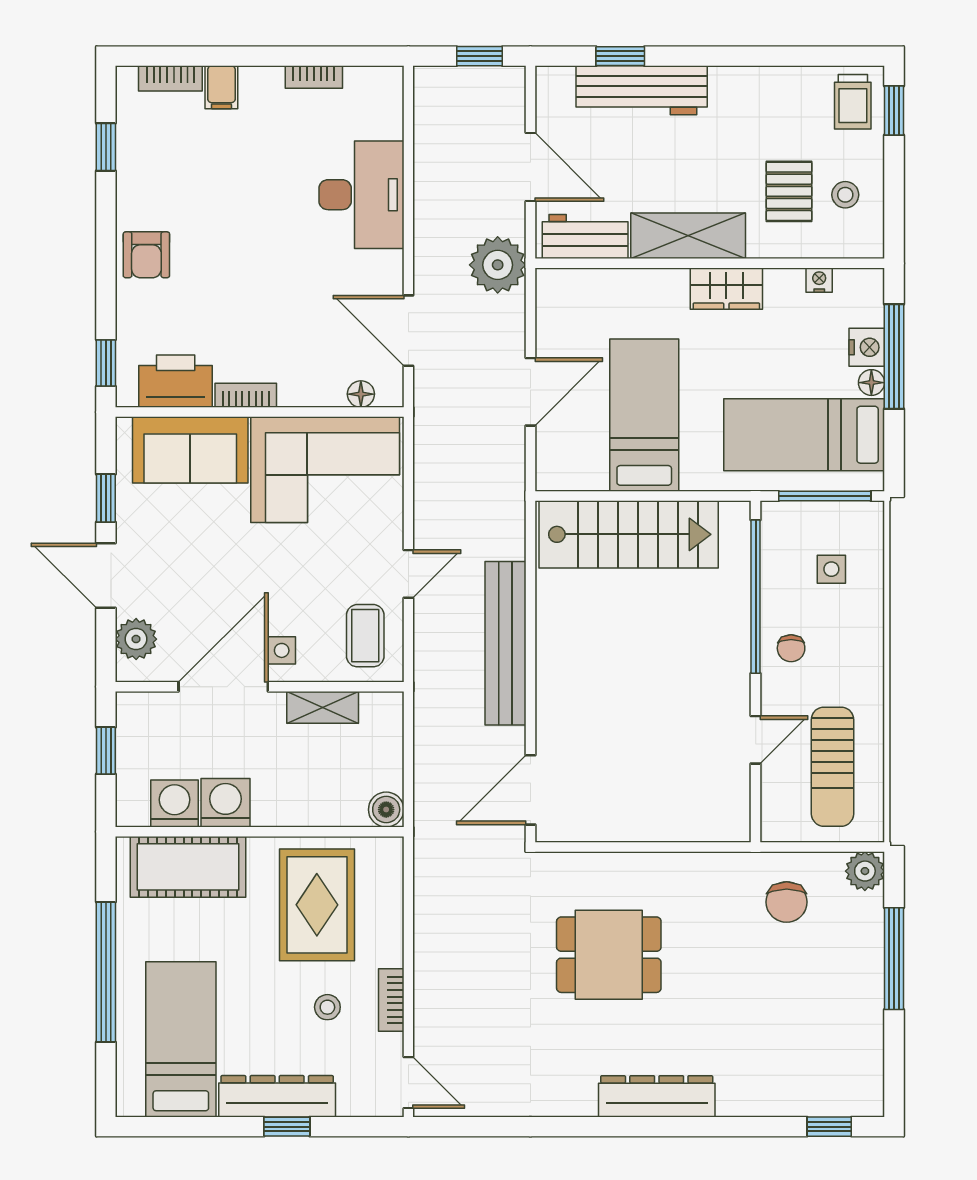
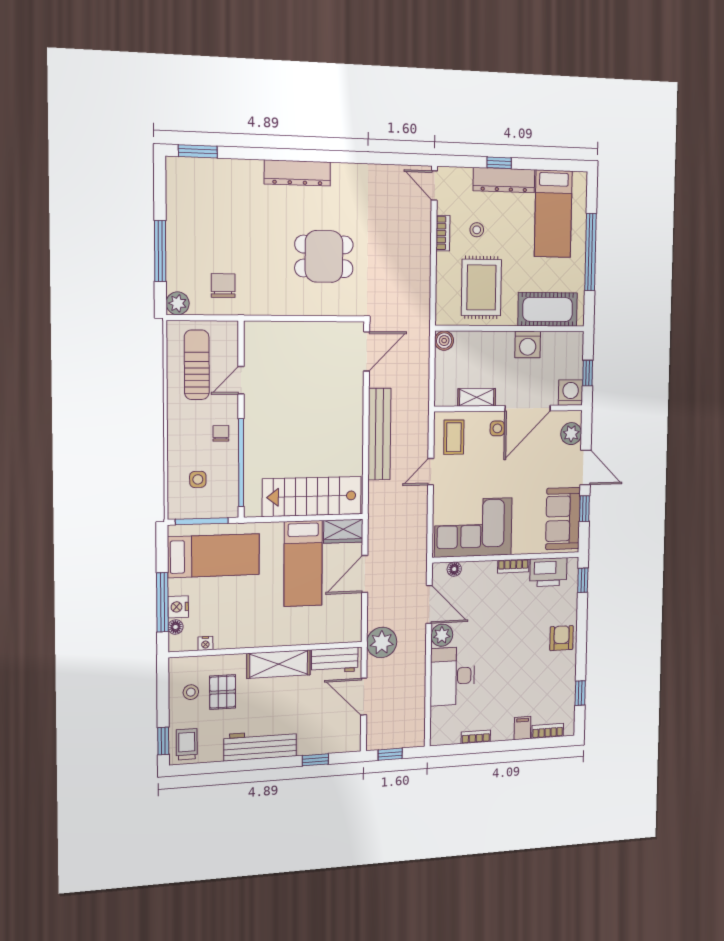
workbench: (642, 90) -> (260, 745), moved
plant: (383, 272) -> (442, 635), added
wardrobe: (726, 289) -> (343, 531), moved, turned 180
floor lamp: (871, 383) -> (176, 627), moved
sofa: (190, 450) -> (563, 519), moved, turned -90
washing machine: (175, 804) -> (571, 393), moved, turned 180
window: (829, 1127) -> (198, 151), width x1.50

